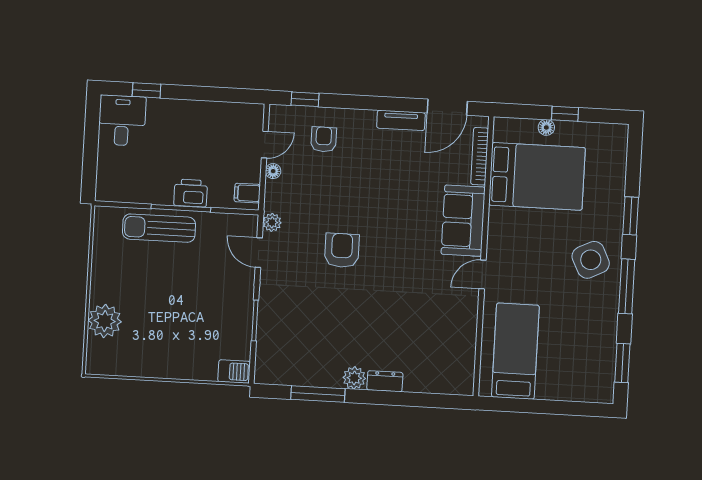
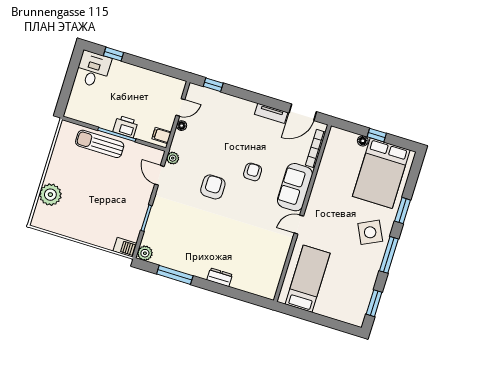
armchair: (324, 139) -> (253, 172), moved
bed: (537, 176) -> (381, 173), moved, turned 90
plant: (354, 378) -> (145, 253), moved

